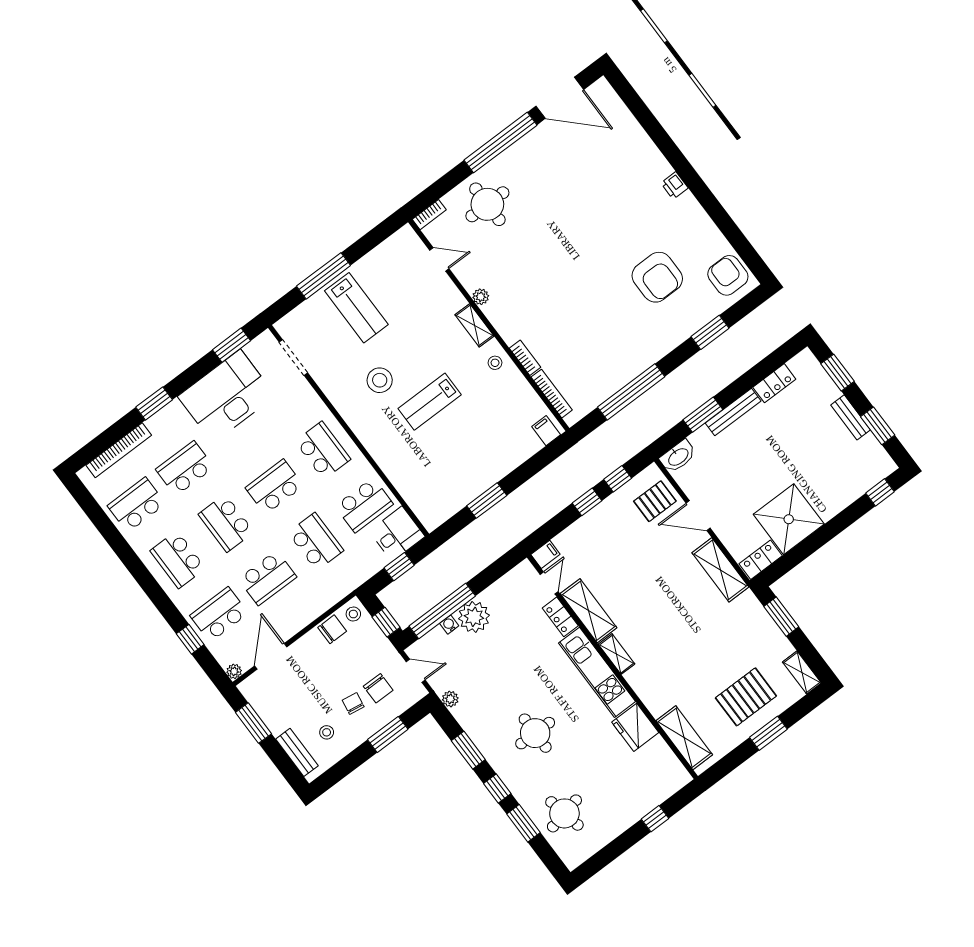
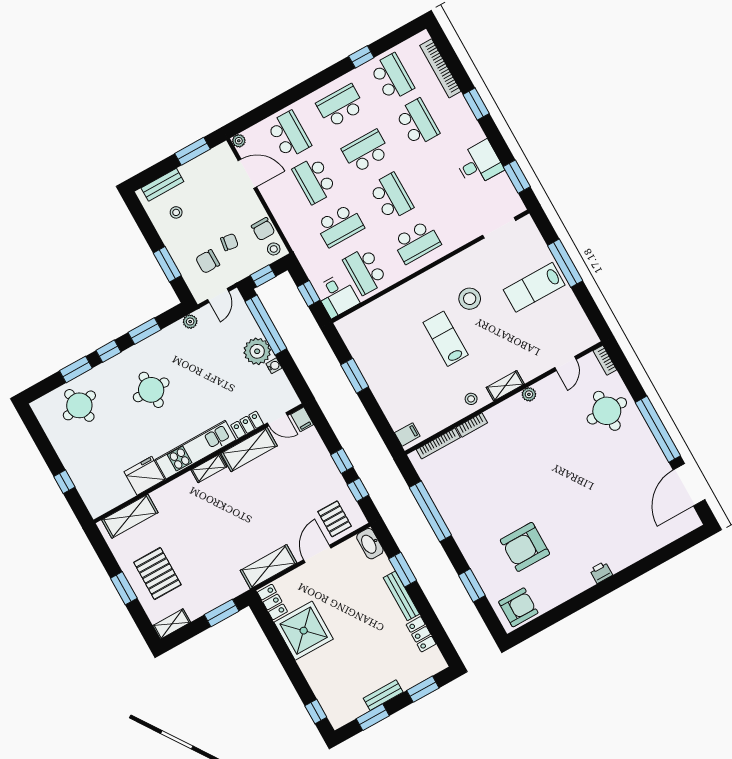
desk: (226, 396) -> (479, 164), width x0.53, depth x0.77
water cooler: (449, 625) -> (274, 366), moved
window: (190, 639) -> (361, 57), moved
chair: (353, 704) -> (229, 242), moved

